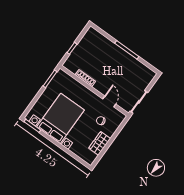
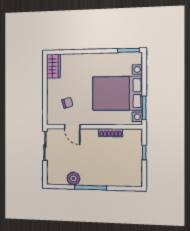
plant: (135, 65) -> (73, 178), added
bed with nightstands: (61, 118) -> (117, 93), moved, turned 90
wardrobe: (100, 143) -> (53, 66), moved

